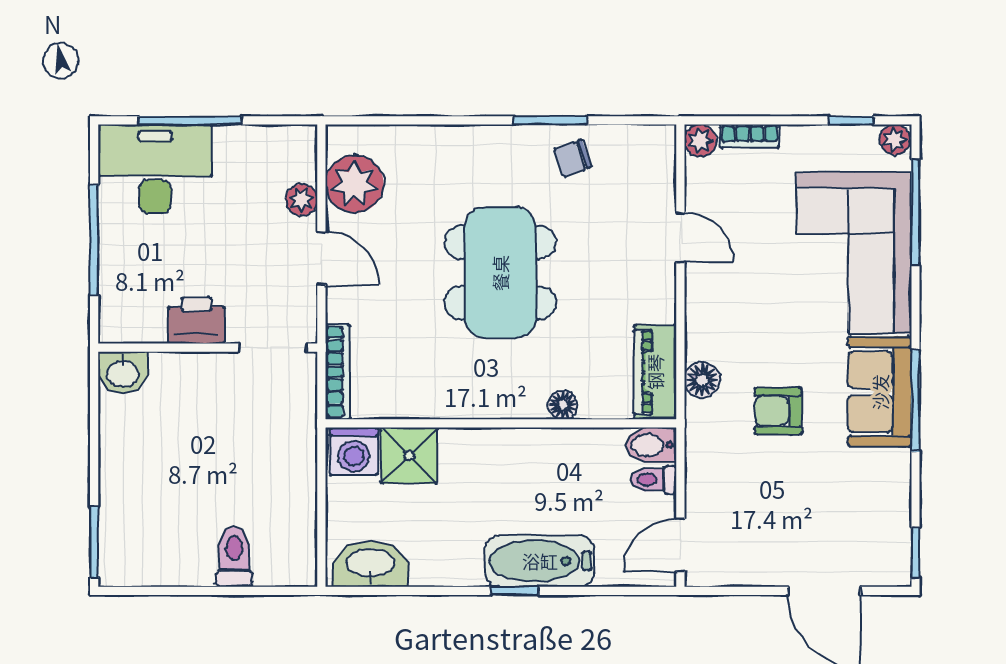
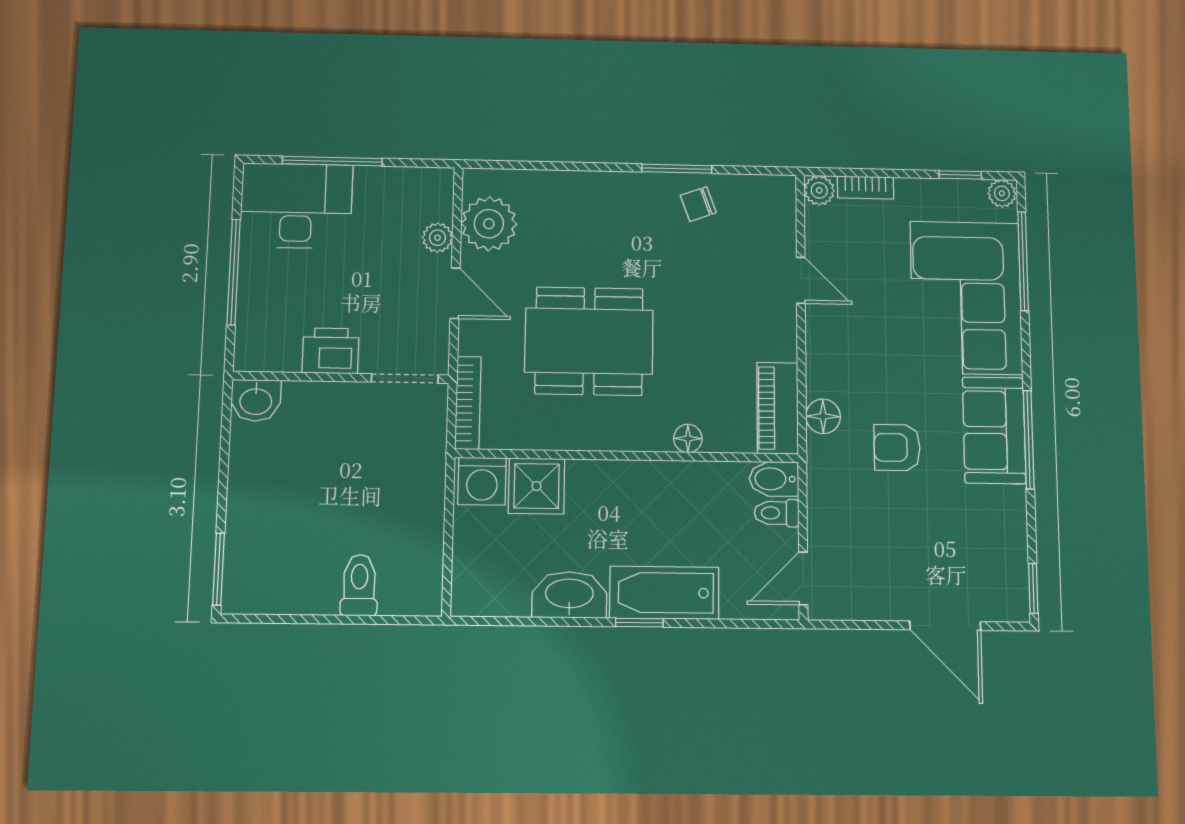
dining table: (500, 273) -> (589, 341), moved, turned 90
washbasin: (370, 564) -> (569, 595), moved

